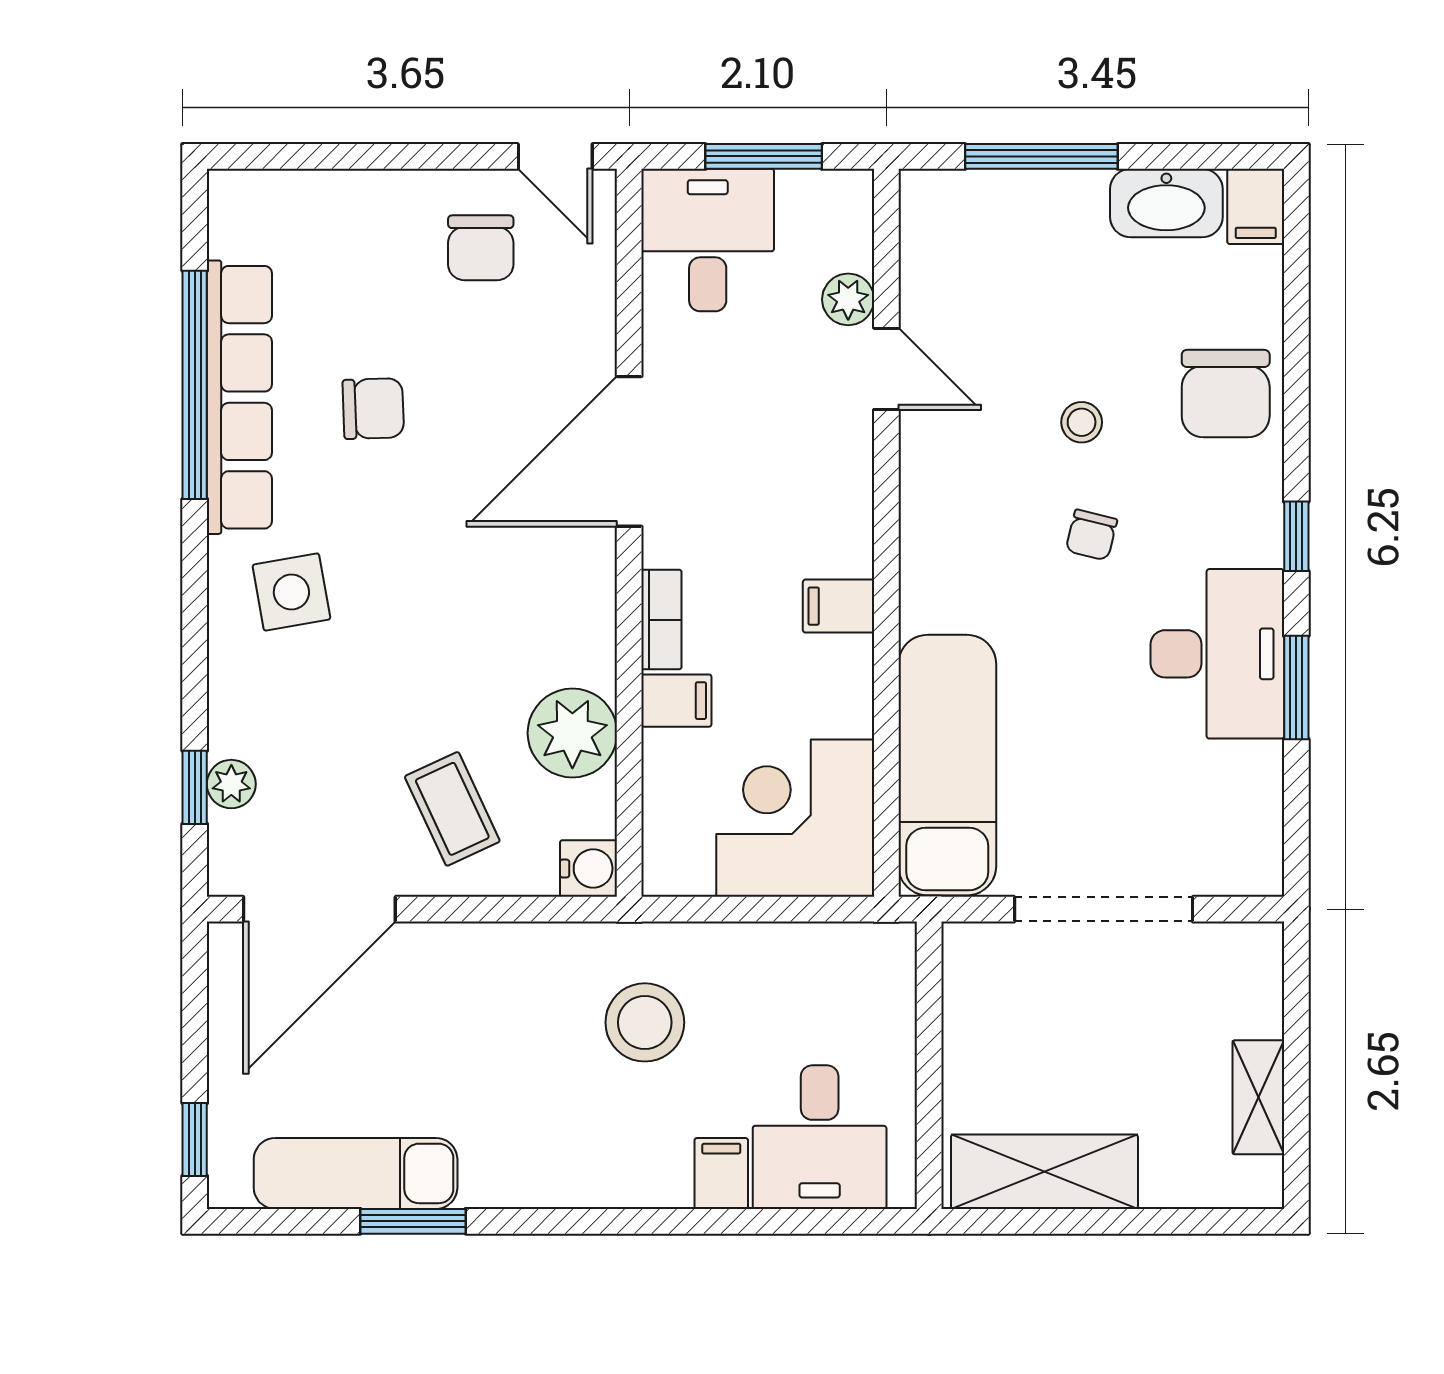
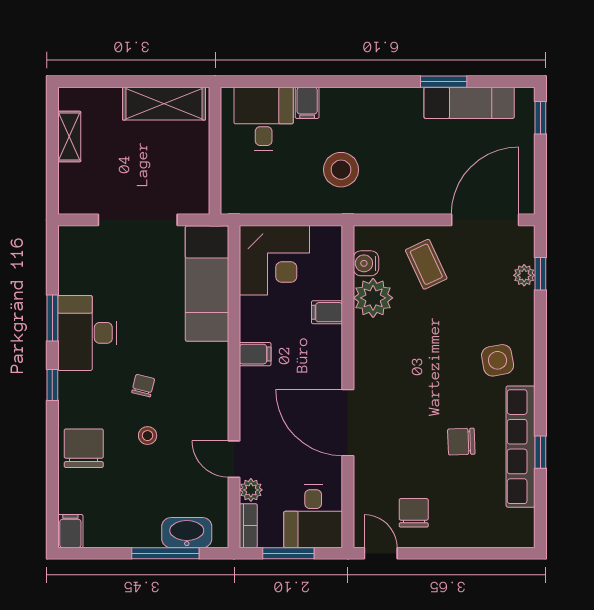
washbasin: (1166, 203) -> (187, 533), moved
window: (195, 385) -> (540, 452), width x0.32
door: (629, 451) -> (348, 423), swing flipped
bookcase: (661, 620) -> (248, 526), moved, turned 180
water cooler: (589, 869) -> (366, 263), moved

